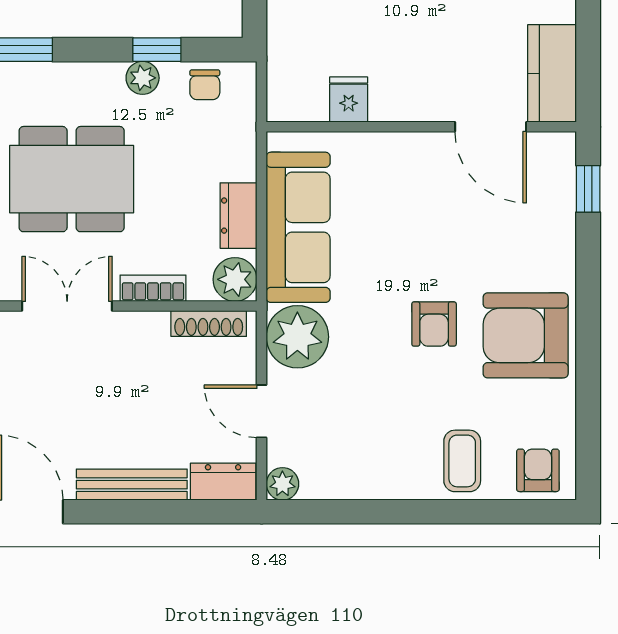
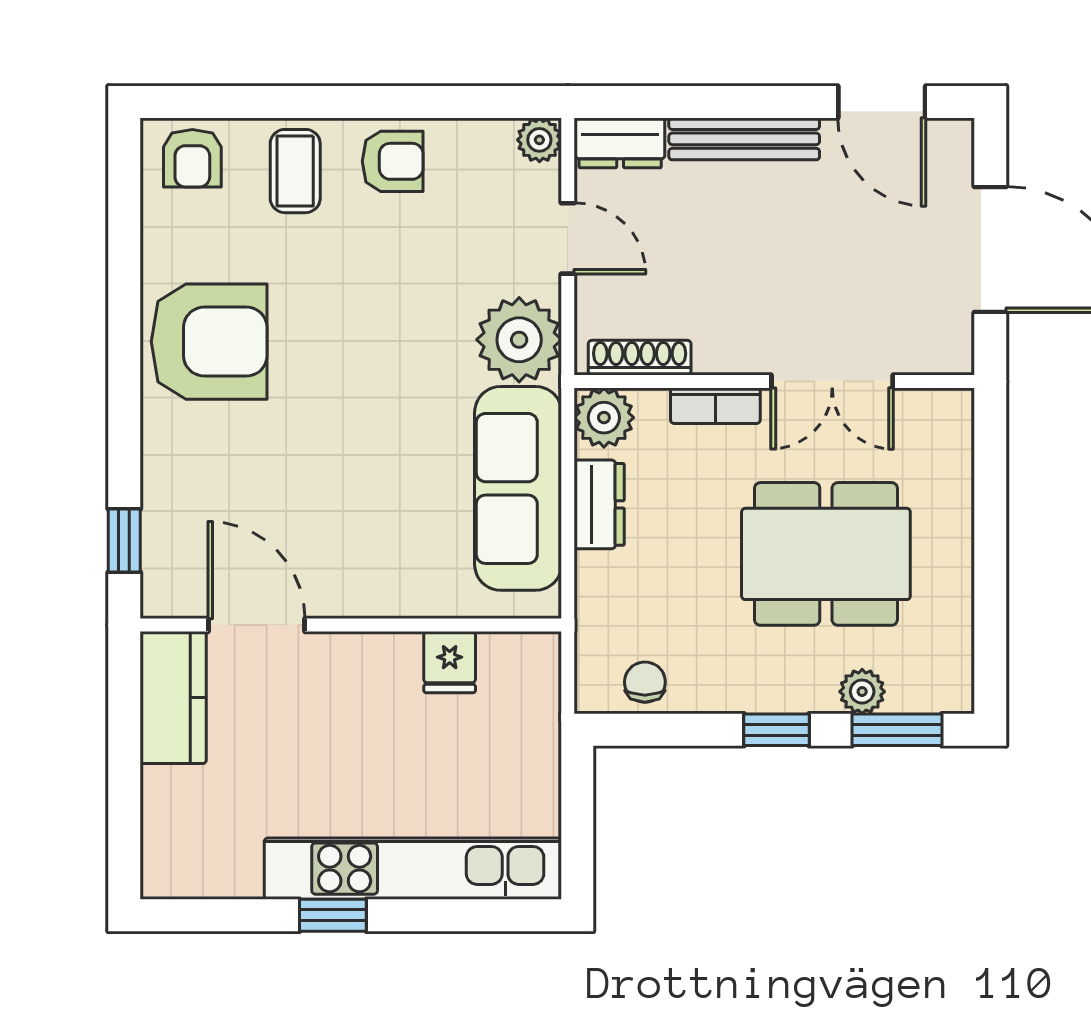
window: (157, 50) -> (777, 730), moved
plant: (143, 78) -> (862, 692), moved
armchair: (434, 324) -> (393, 161), moved, turned 90

